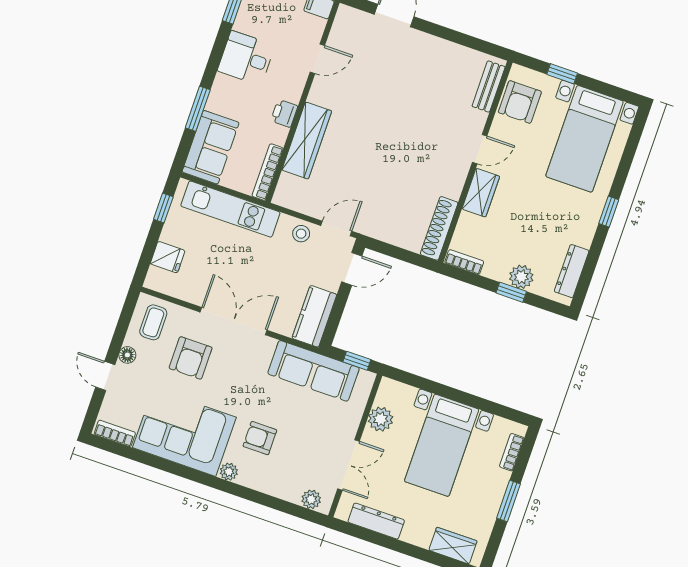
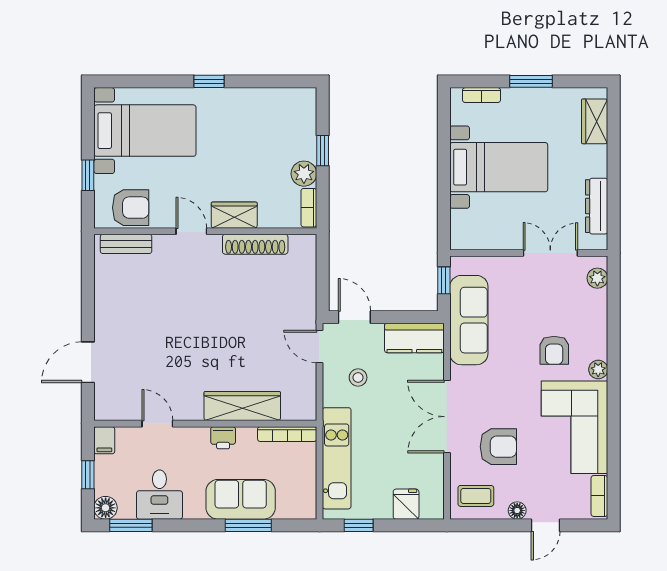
desk: (246, 58) -> (159, 495), moved
sofa: (211, 147) -> (241, 499), moved
shoe rack: (439, 228) -> (255, 244), moved
stool: (301, 234) -> (358, 377), moved
dresser: (572, 271) -> (281, 98), removed
plant: (521, 277) -> (304, 174), moved
plant: (381, 419) -> (494, 237), removed

